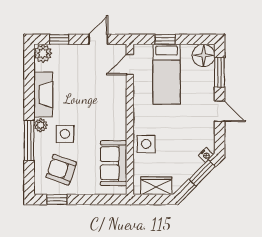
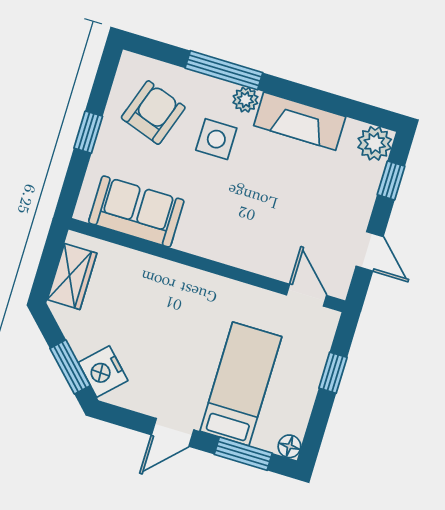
floor lamp: (204, 55) -> (289, 446), width x0.53, depth x0.53
bed: (167, 74) -> (241, 384), moved, turned 90
side table: (146, 144) -> (153, 281), removed
nightstand: (206, 155) -> (103, 371), width x1.89, depth x1.79
window: (57, 199) -> (88, 132), moved

